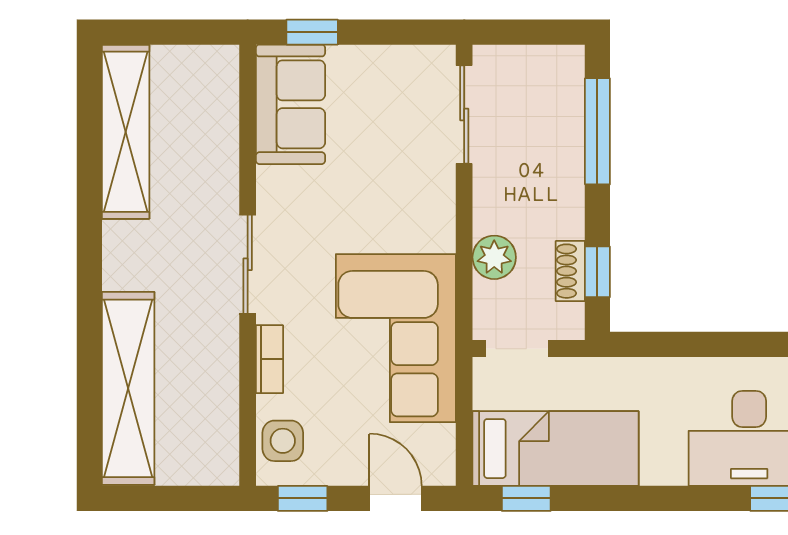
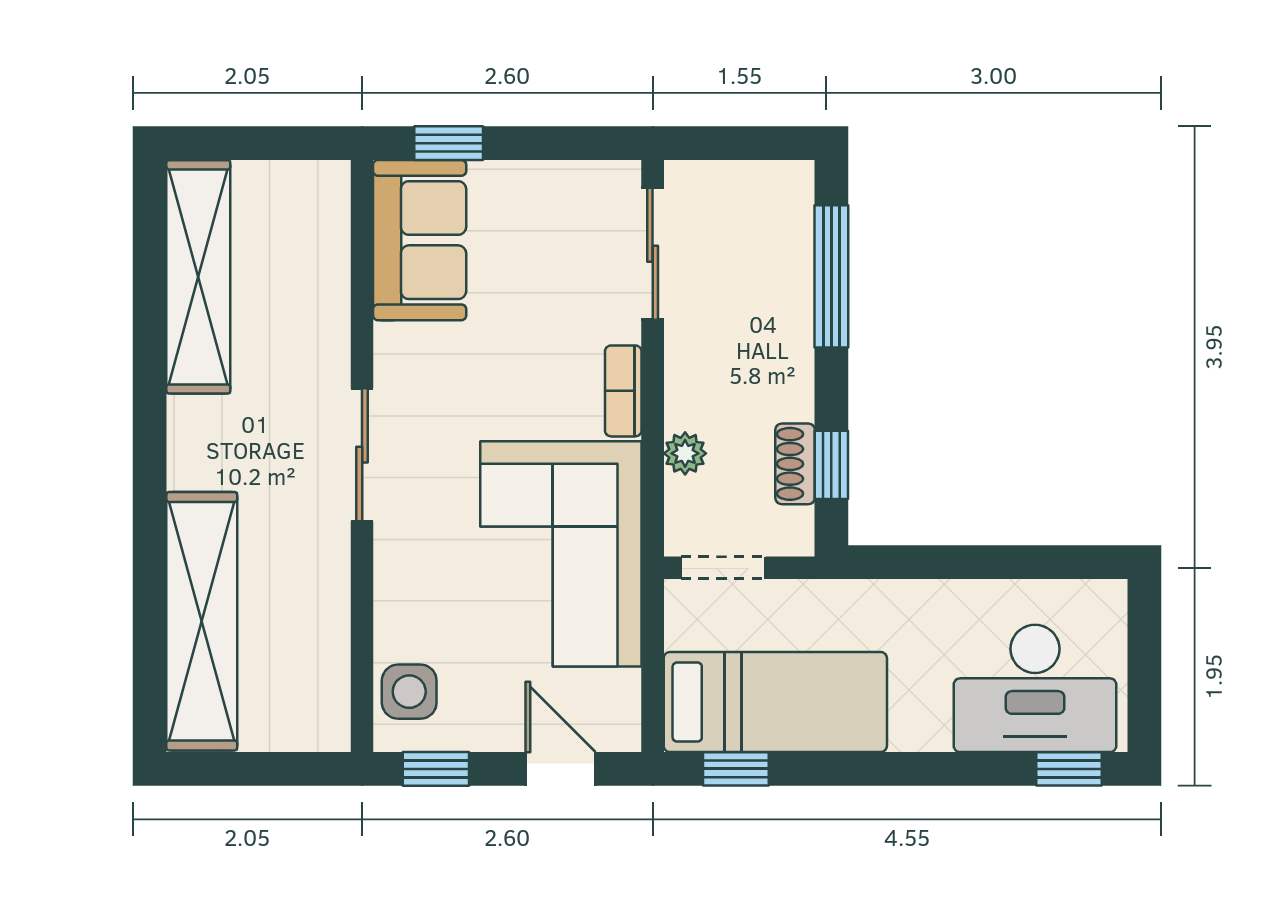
plant: (494, 257) -> (685, 453), width x0.73, depth x0.73
bookcase: (270, 359) -> (623, 391), moved, turned 180

